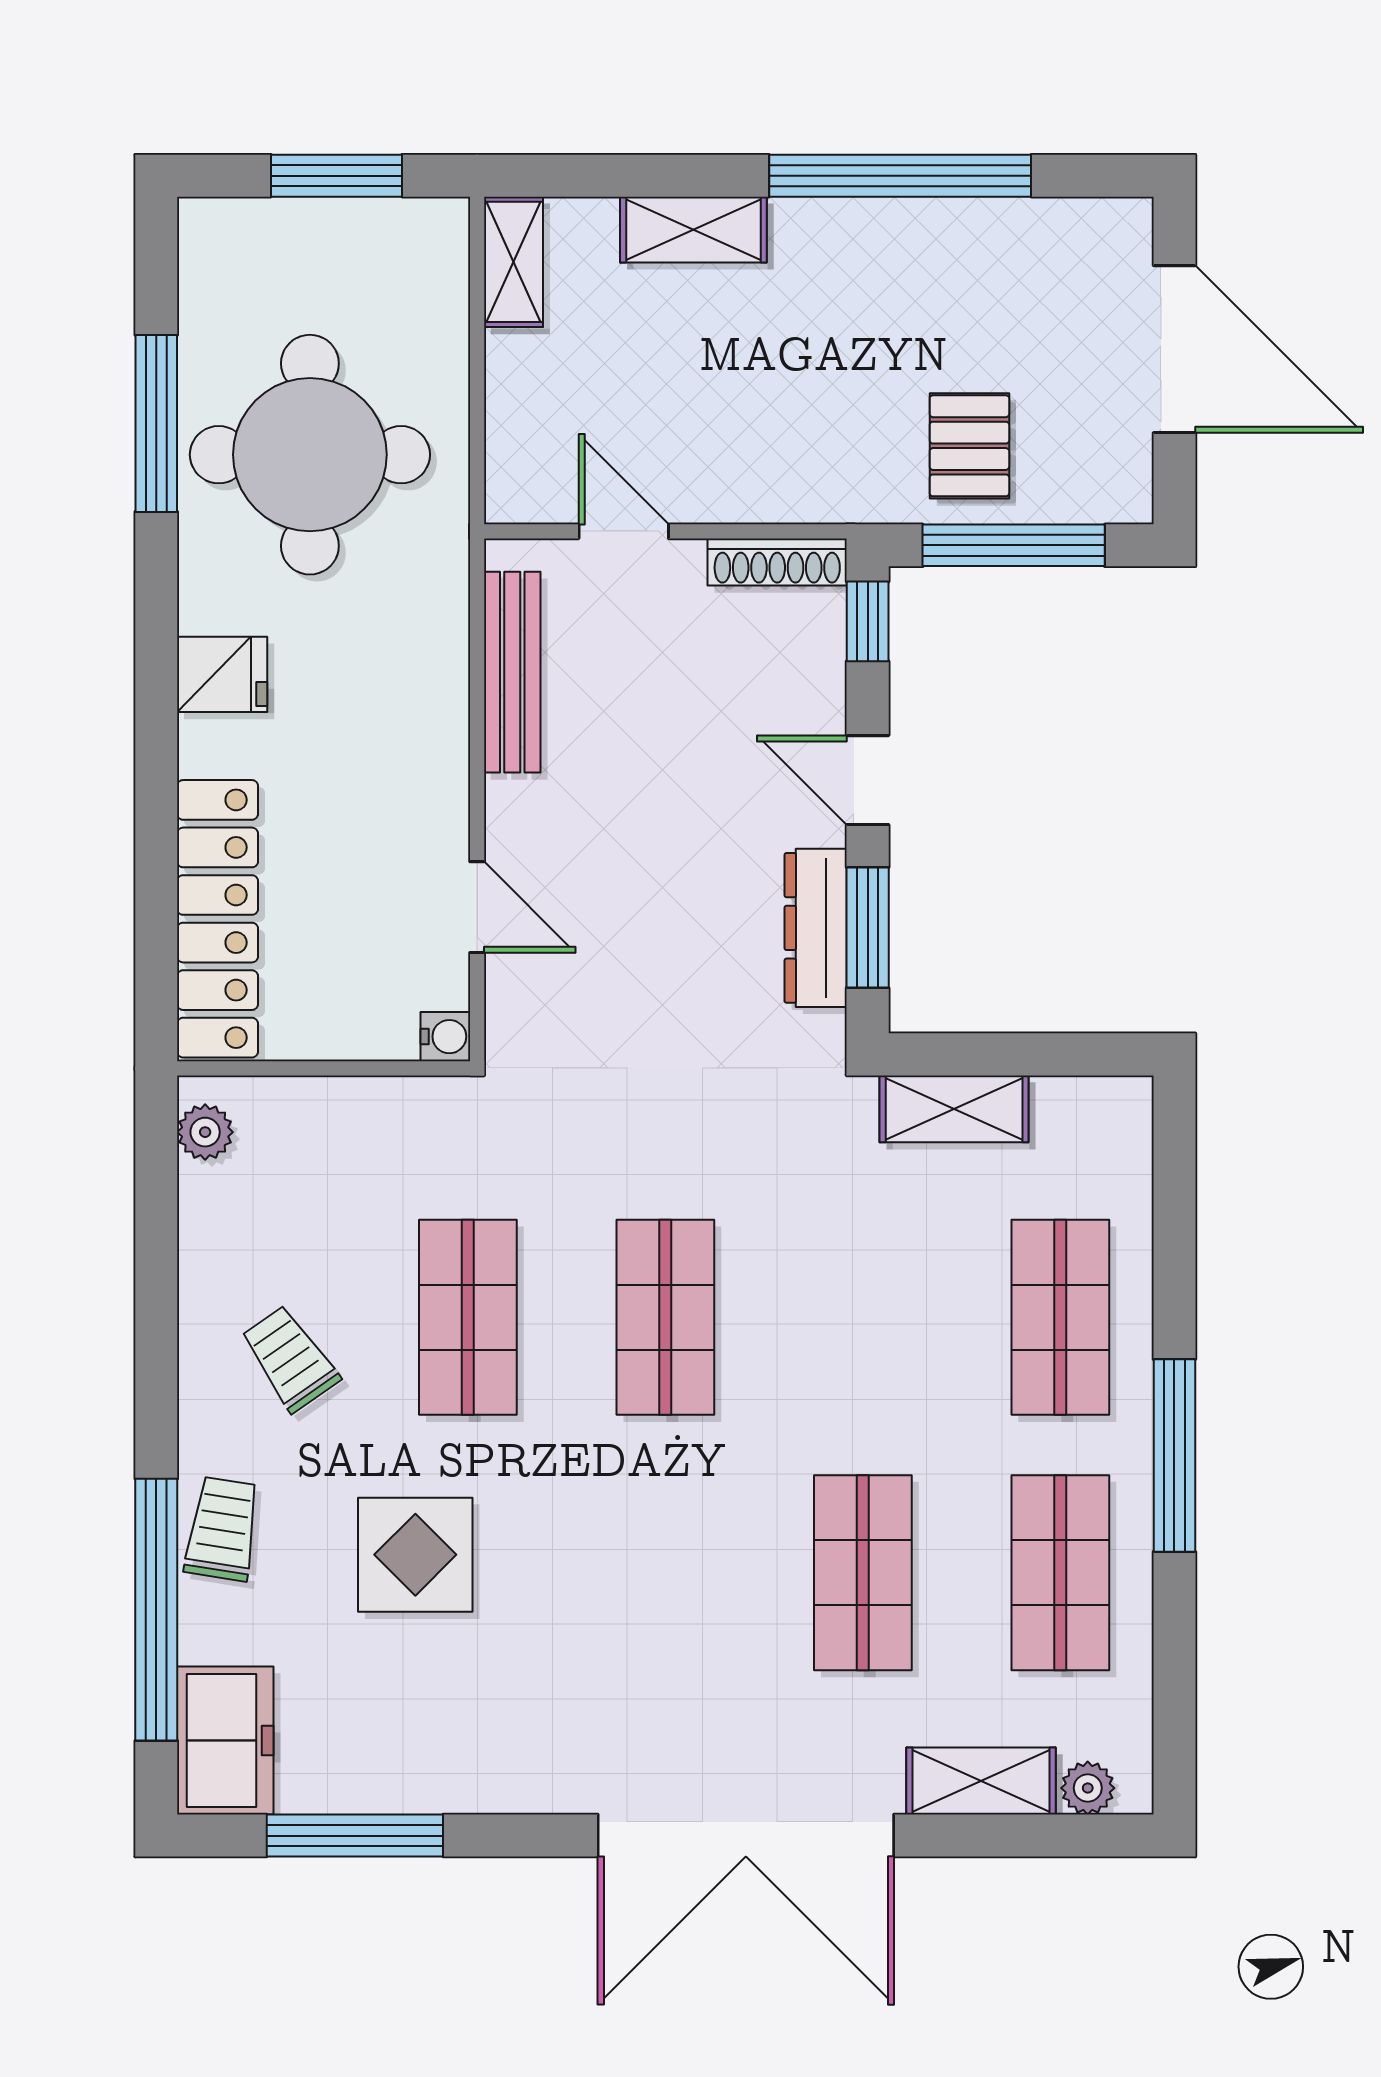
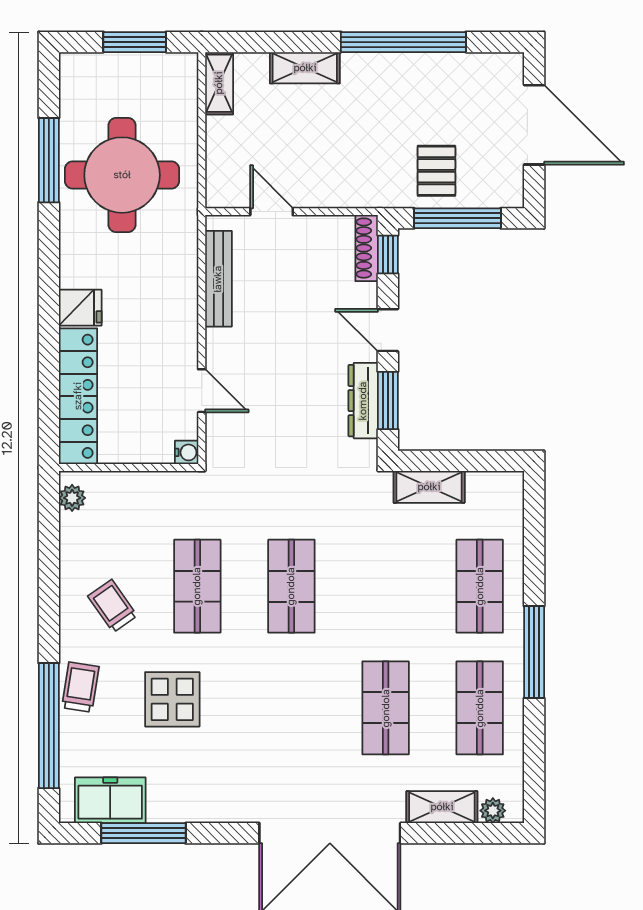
shoe rack: (777, 562) -> (367, 248), moved, turned 90
fridge: (222, 674) -> (80, 308), moved
freezer: (225, 1740) -> (110, 800), moved, turned -90

